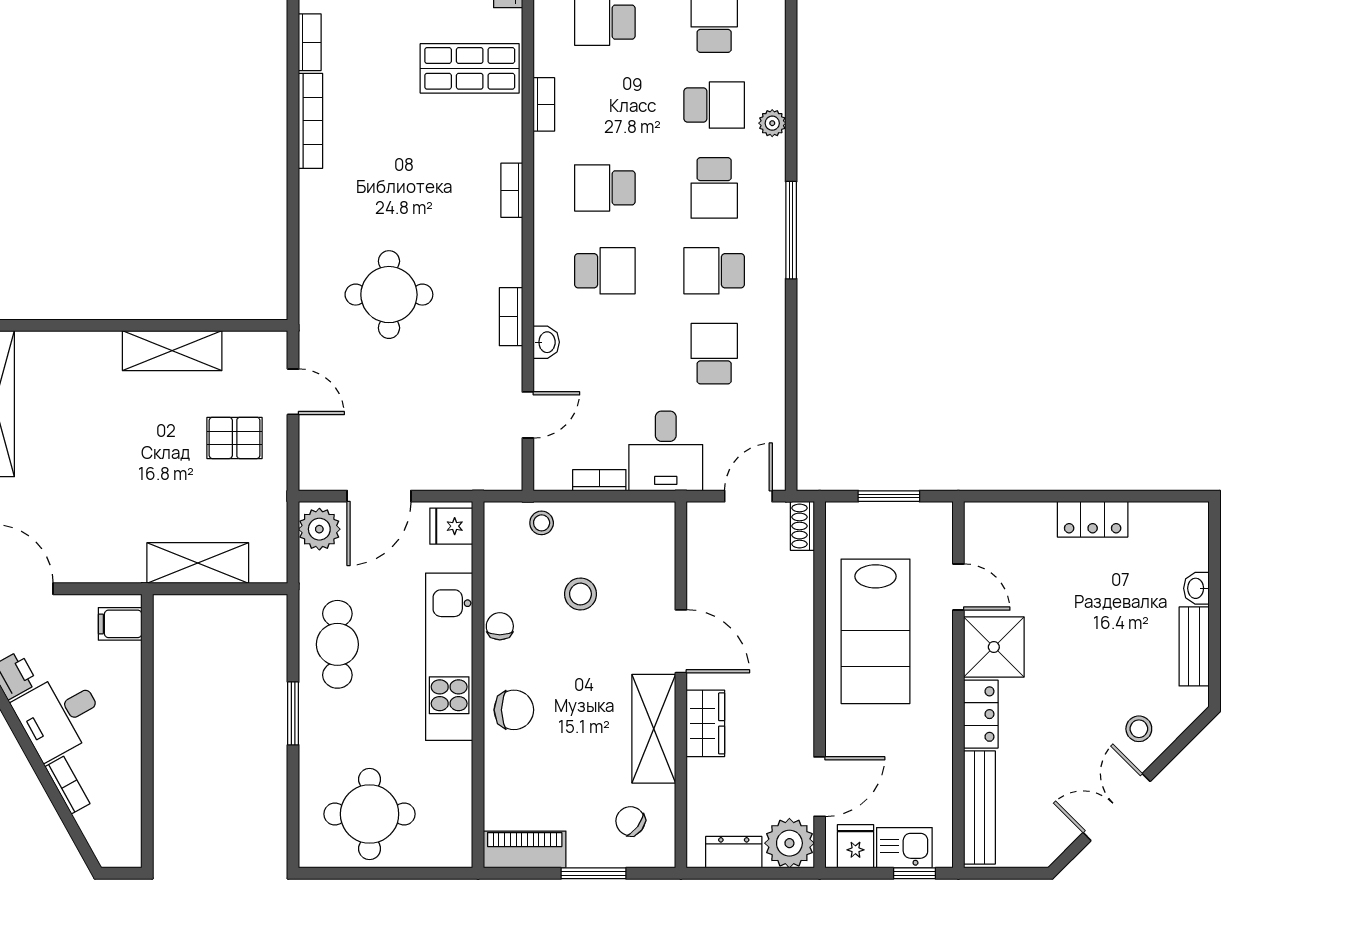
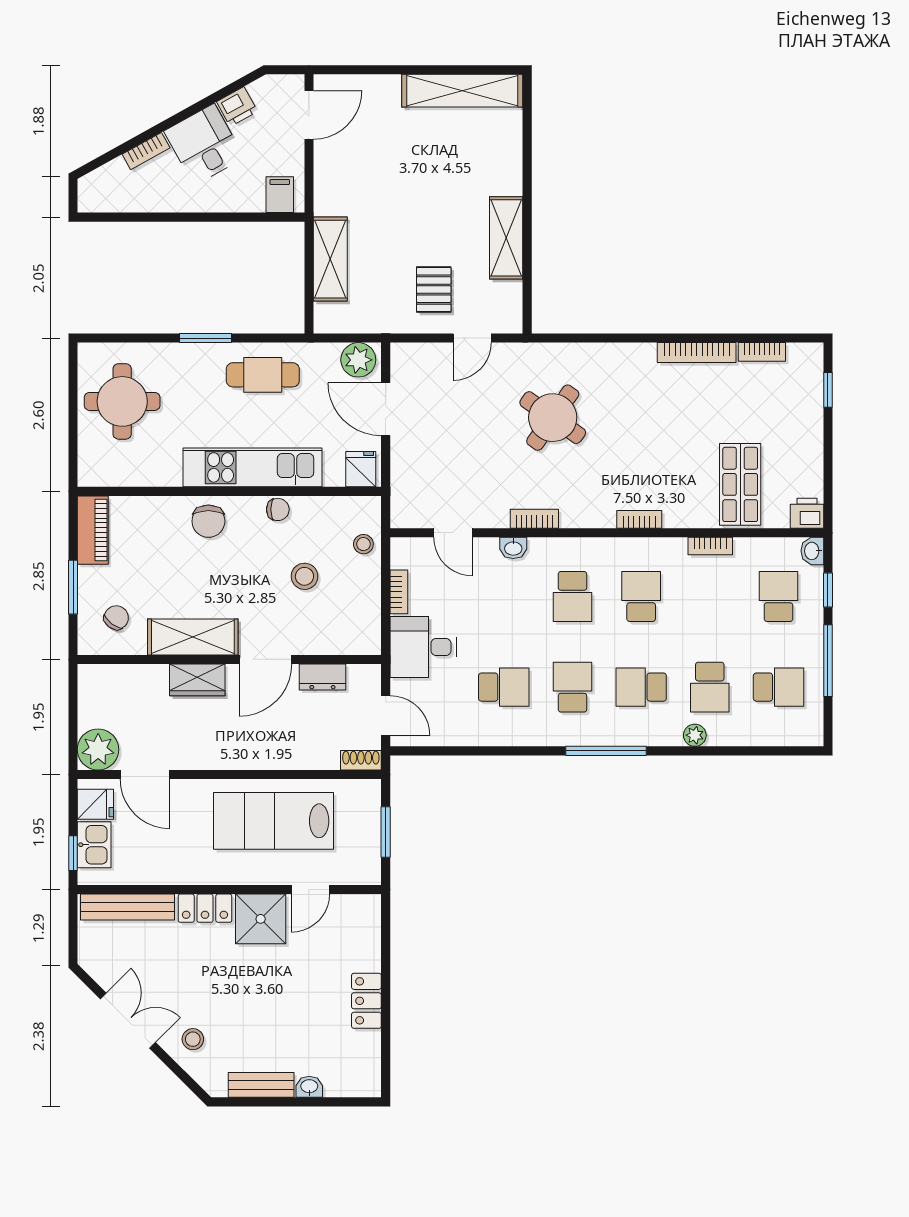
round table: (389, 295) -> (553, 418), turned 35
dresser: (734, 852) -> (322, 677), moved, turned 90

